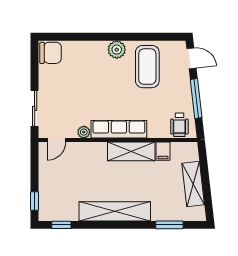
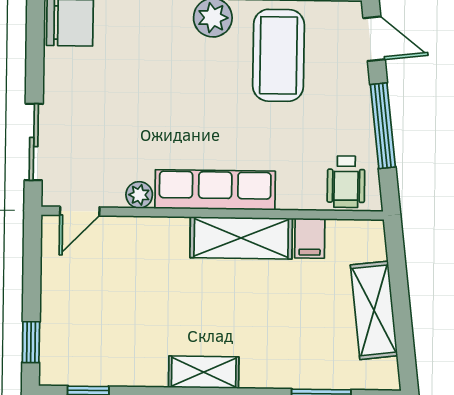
shelving: (115, 211) -> (204, 372), width x0.45, depth x0.75

